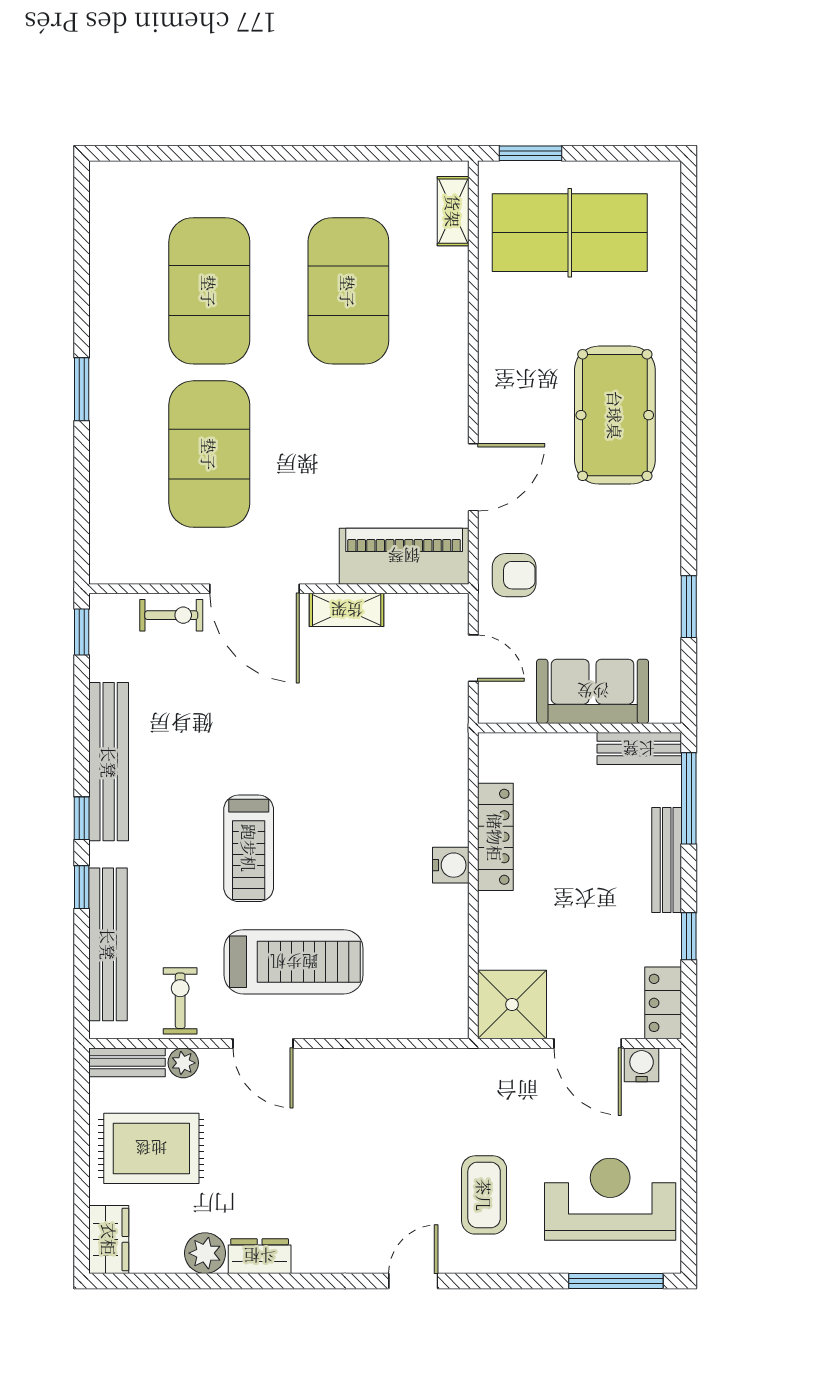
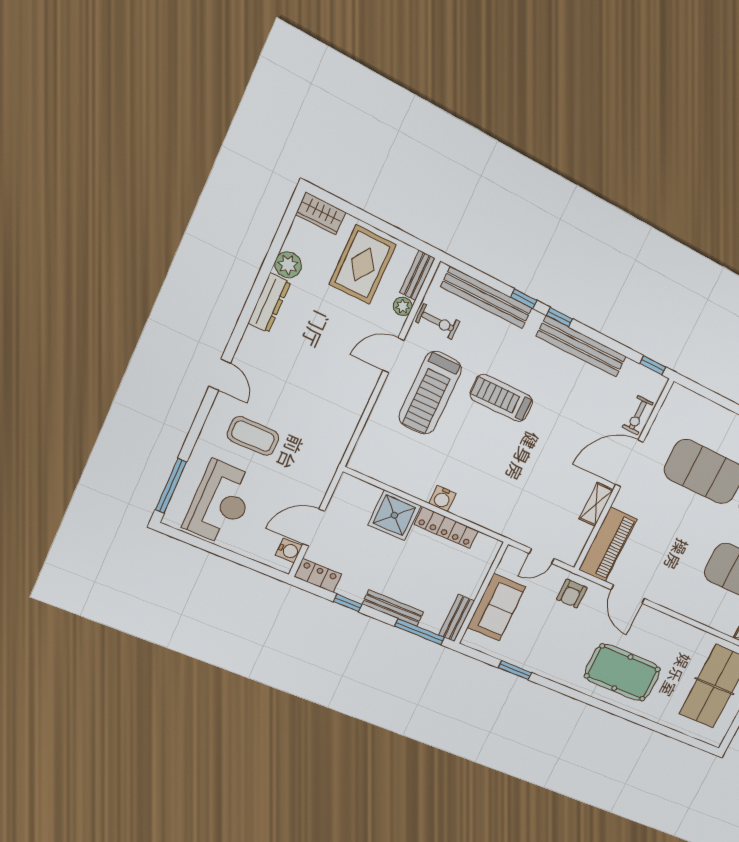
shower: (512, 1005) -> (394, 515), moved
dresser: (260, 1256) -> (269, 303), width x1.44

